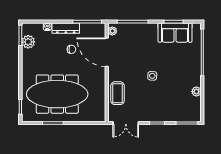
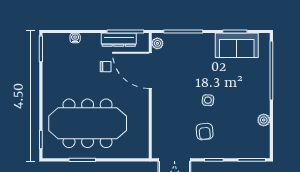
dresser: (66, 28) -> (119, 40), moved
plant: (28, 42) -> (51, 57), removed
coffee table: (117, 93) -> (164, 122), removed
armchair: (150, 101) -> (205, 132), added

